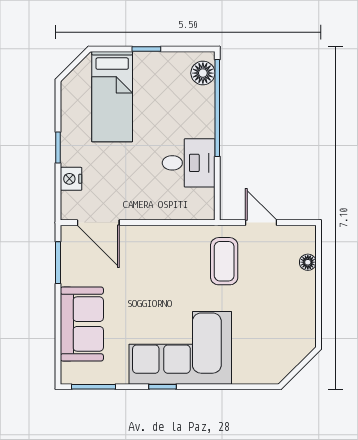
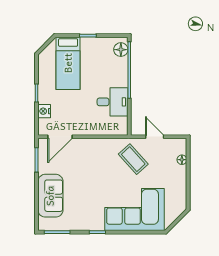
door: (98, 223) -> (60, 137), hinge flipped
coffee table: (224, 261) -> (133, 159), turned -42
corner sofa: (180, 348) -> (135, 210), moved

